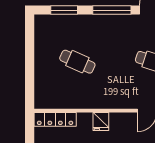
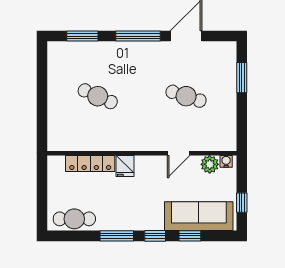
locker: (55, 119) -> (90, 163), moved

